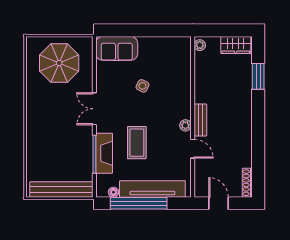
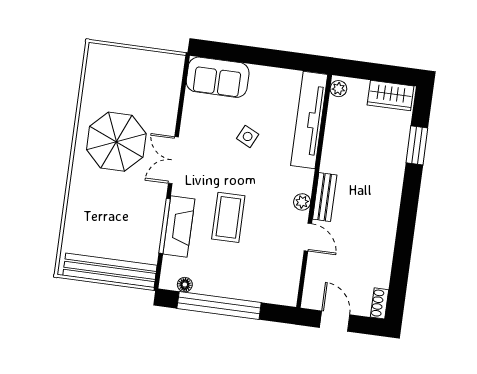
parasol: (59, 63) -> (116, 142), moved
shoe rack: (247, 183) -> (379, 303), width x0.70
tv unit: (152, 189) -> (309, 120), moved, turned -90

